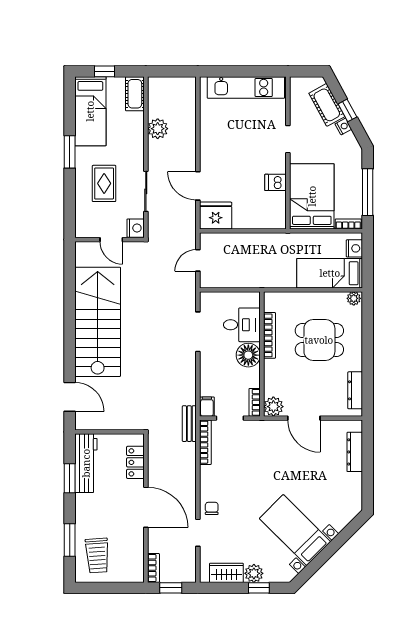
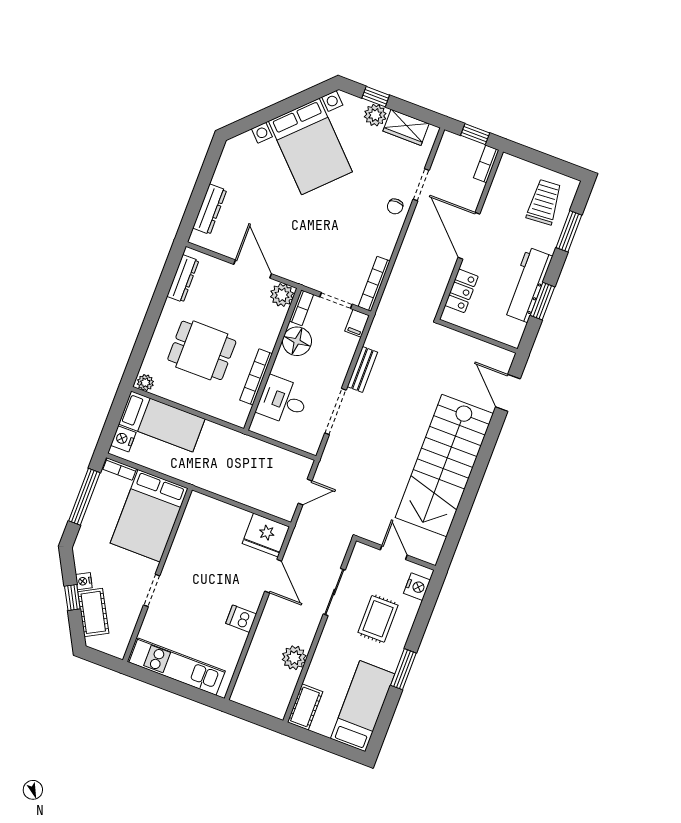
window: (104, 71) -> (330, 745), removed
dishwasher: (276, 182) -> (241, 619), moved, turned 180
nightstand: (136, 228) -> (417, 587), moved, turned 180
floor lamp: (248, 355) -> (297, 341), moved
bench: (189, 424) -> (362, 369), moved
workbench: (86, 463) -> (528, 285), moved
bed with nightstands: (295, 530) -> (310, 146), width x1.36

